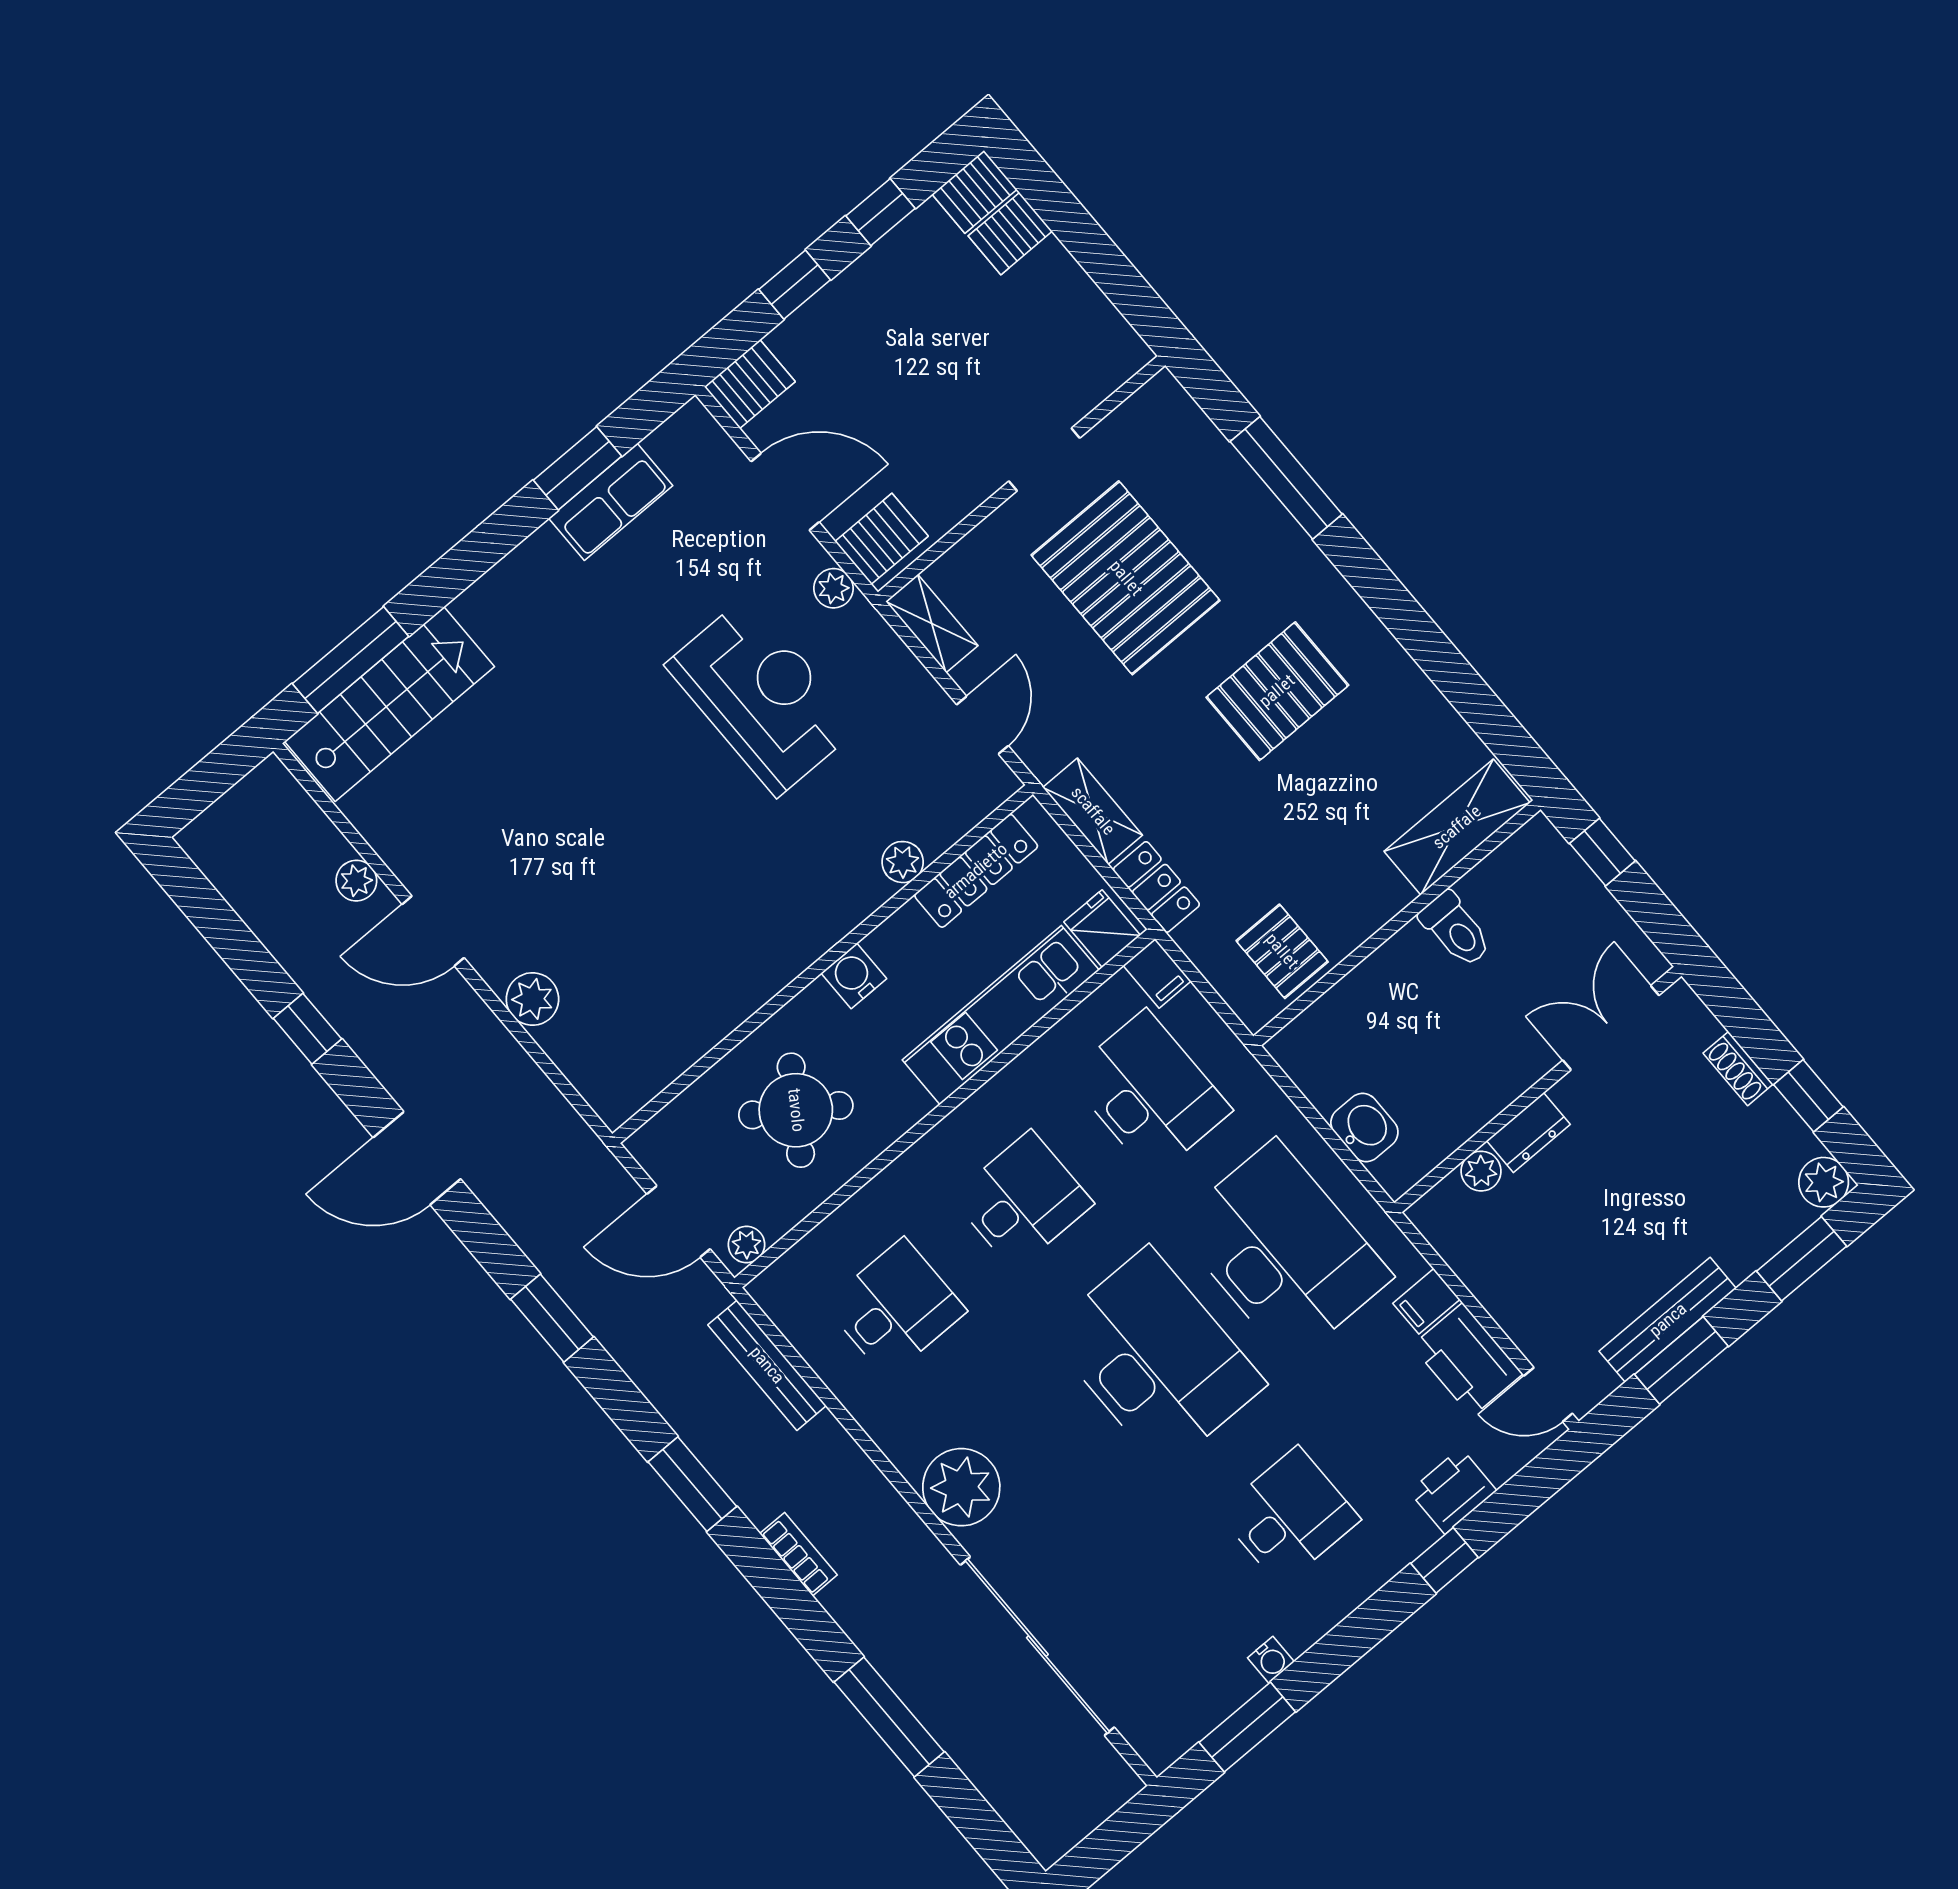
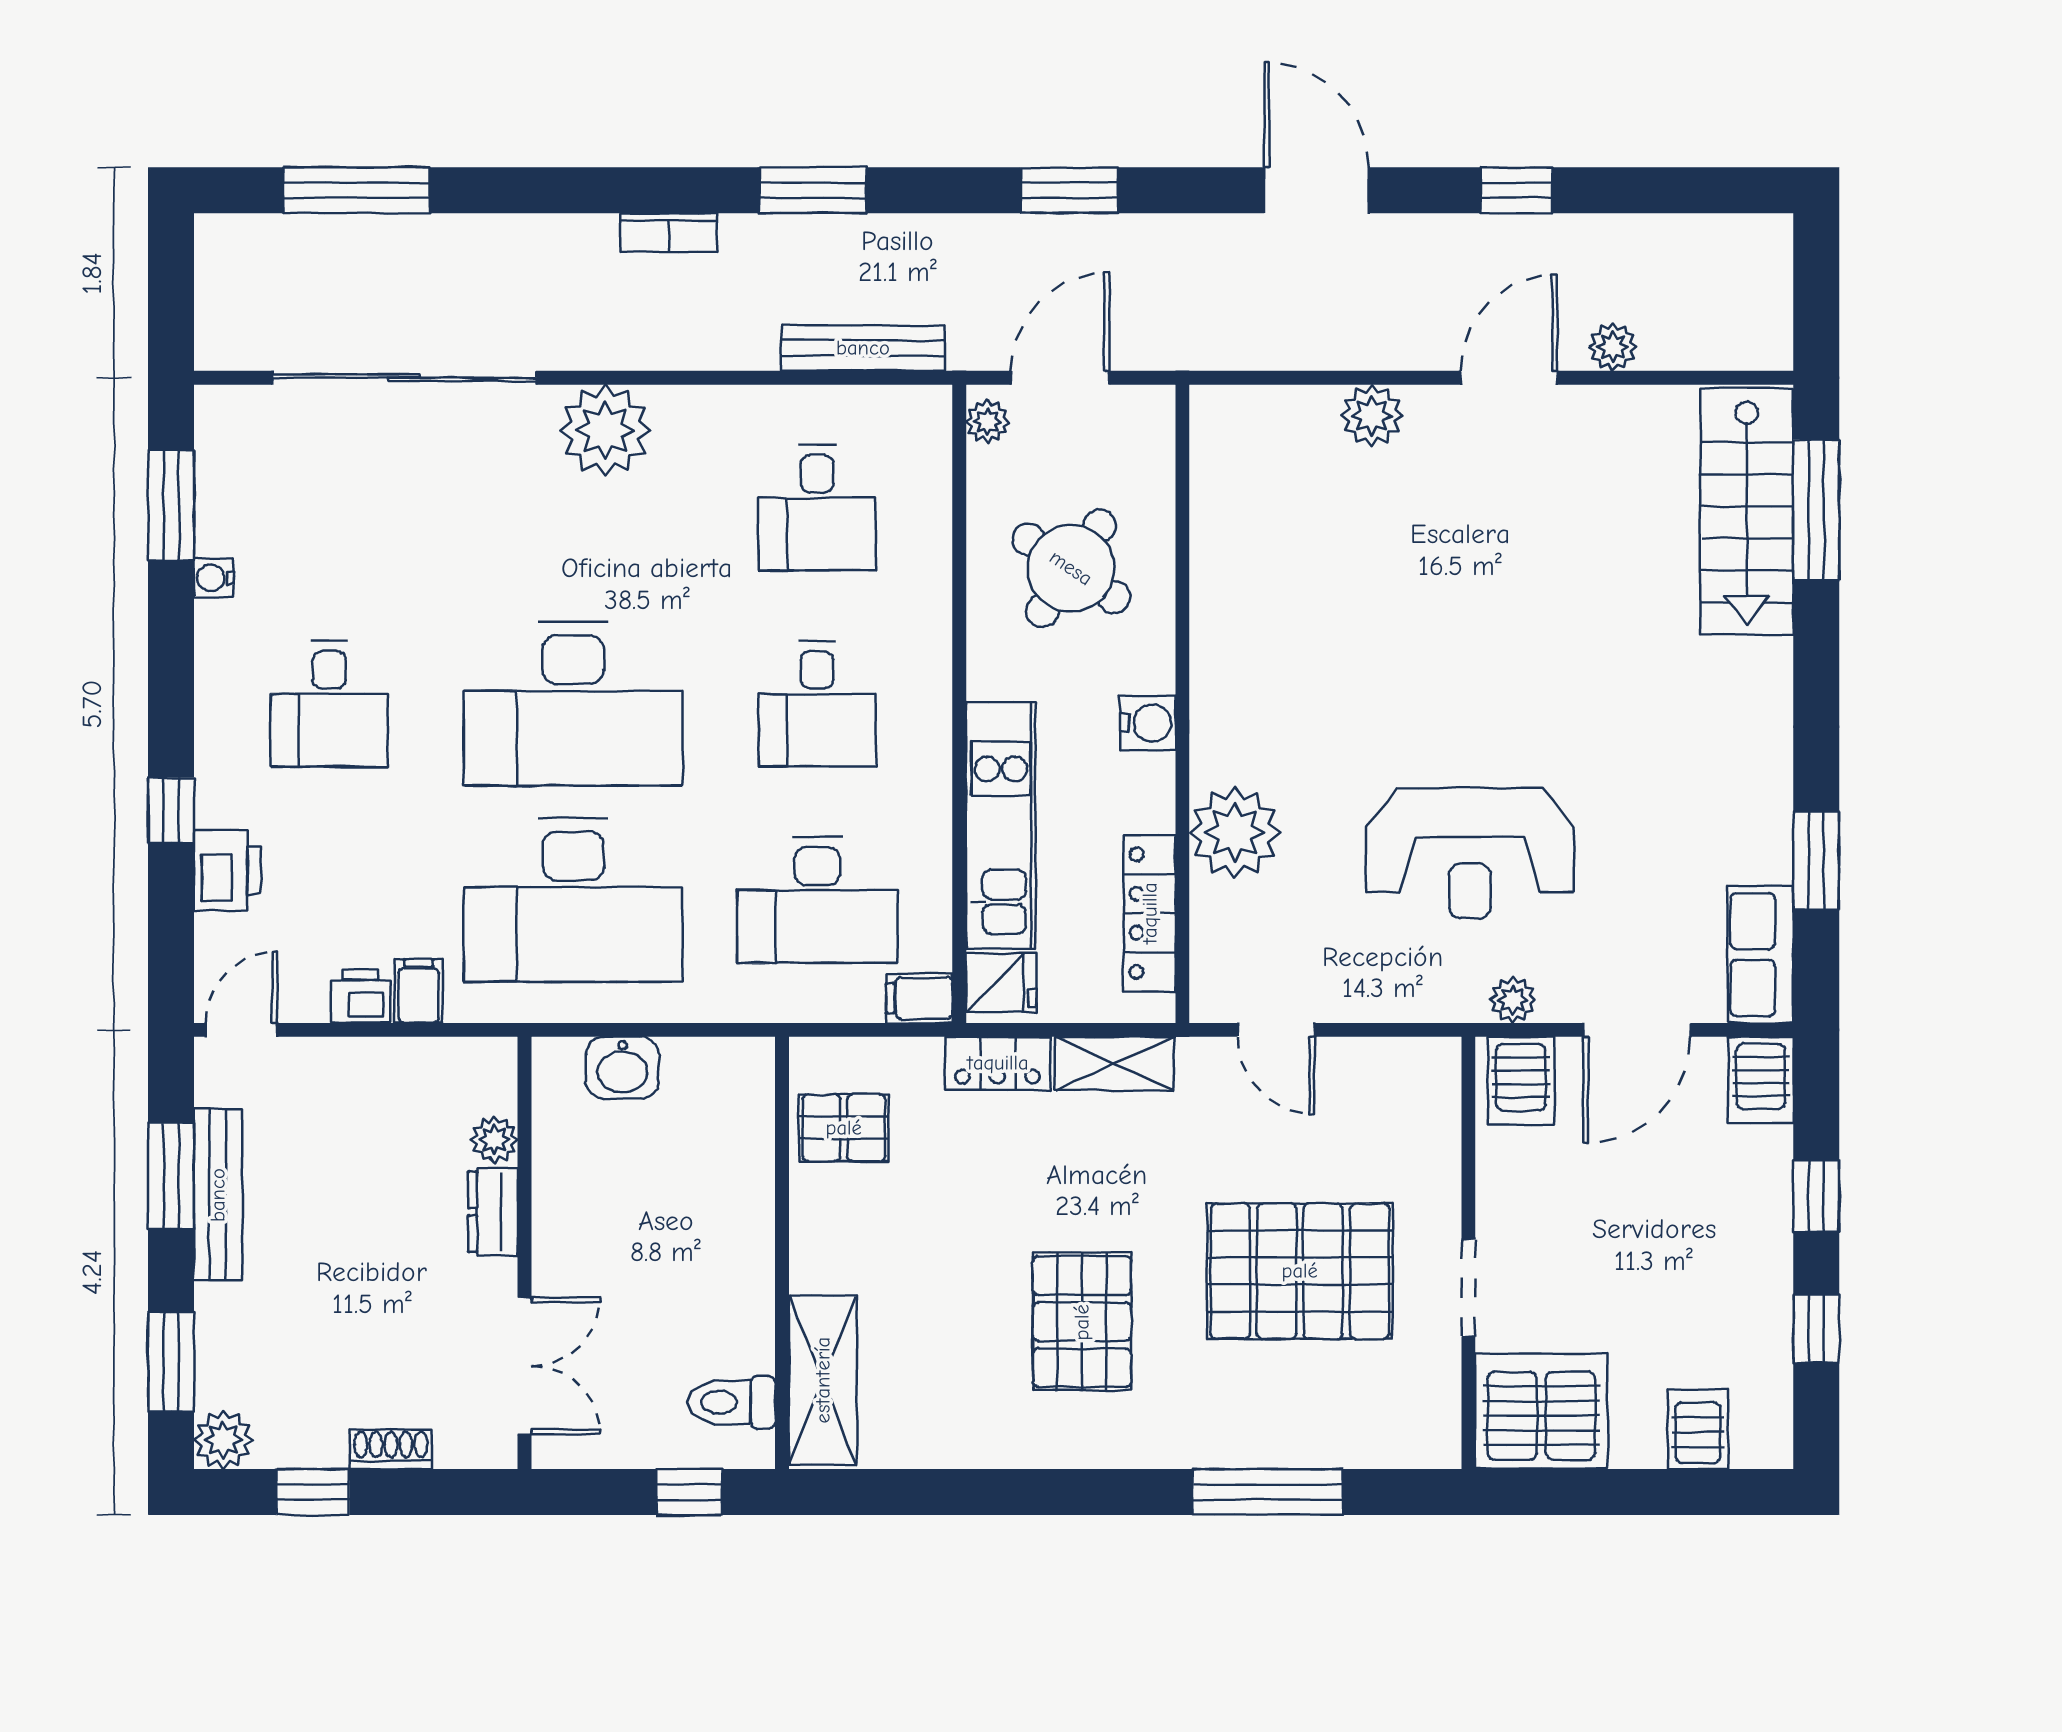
server rack: (974, 192) -> (1541, 1411), moved, width x2.18, depth x1.44
row of seats: (611, 502) -> (1761, 955), moved
shelving: (932, 624) -> (1406, 1062), removed
plant: (903, 862) -> (1235, 832), width x1.88, depth x1.88
toilet: (1456, 929) -> (731, 1402), moved
door: (417, 1158) -> (1316, 190), hinge flipped
printer: (1467, 1360) -> (361, 996), width x0.53, depth x0.68
window: (889, 1717) -> (357, 190), moved

